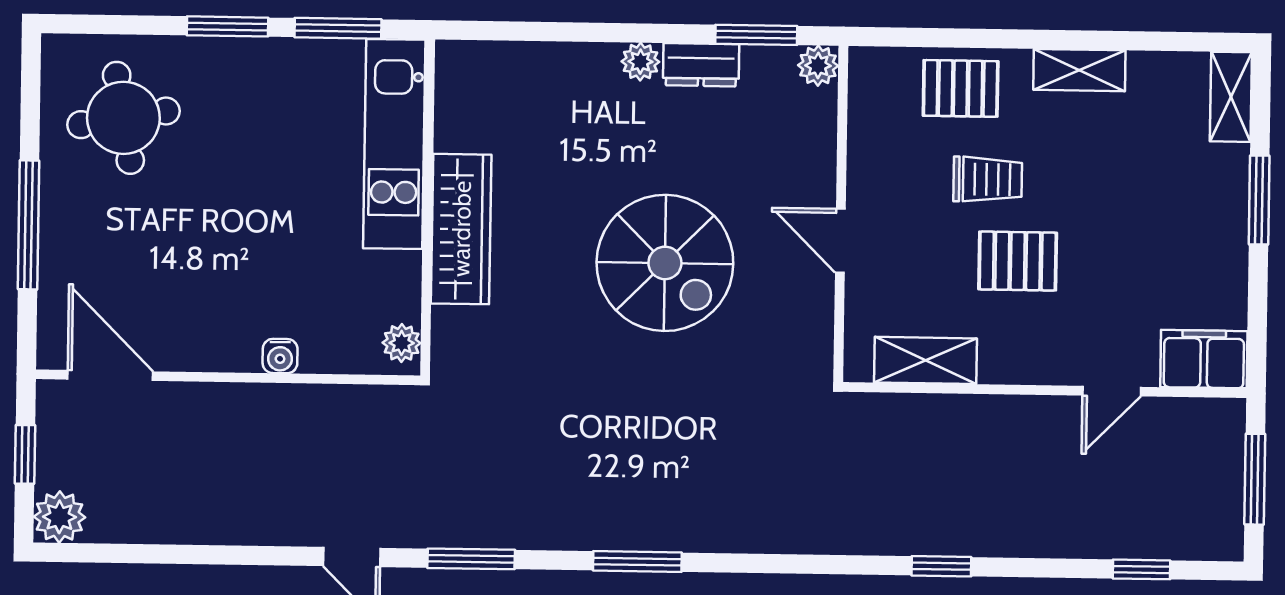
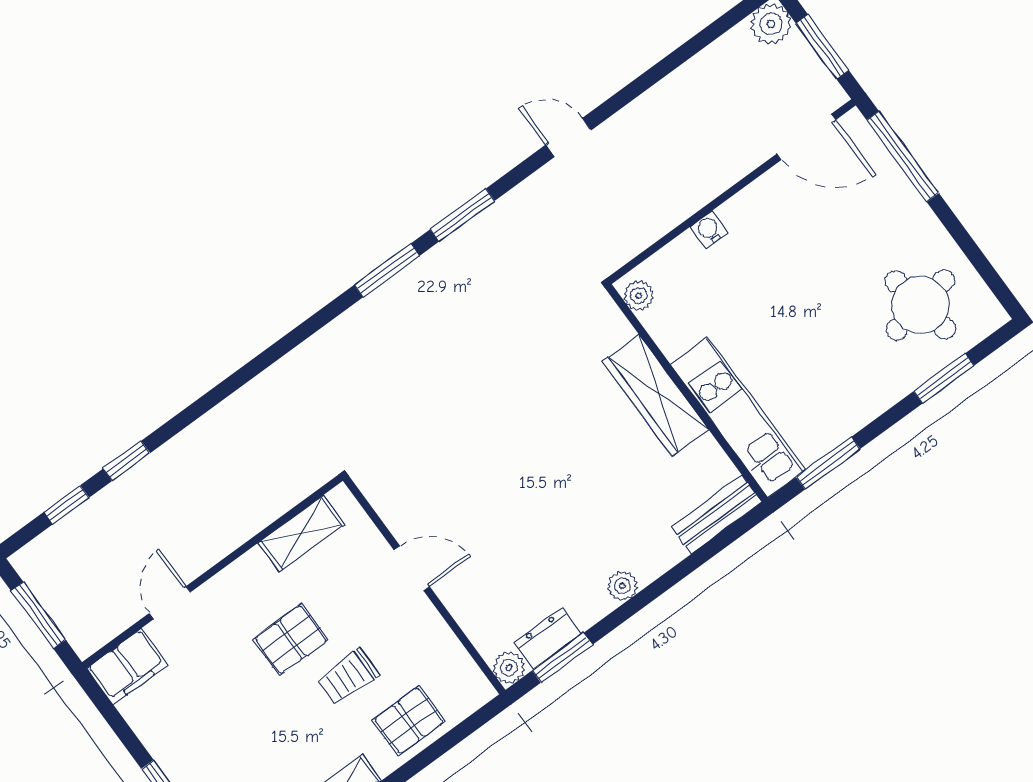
window: (228, 26) -> (944, 378), moved
bench: (490, 61) -> (717, 515), added
dresser: (701, 65) -> (548, 638), moved
window: (29, 225) -> (903, 157), moved
spiral stairs: (665, 263) -> (511, 471), removed
window: (25, 454) -> (822, 47), width x1.50
window: (471, 559) -> (462, 215), moved
window: (941, 566) -> (127, 461), moved

